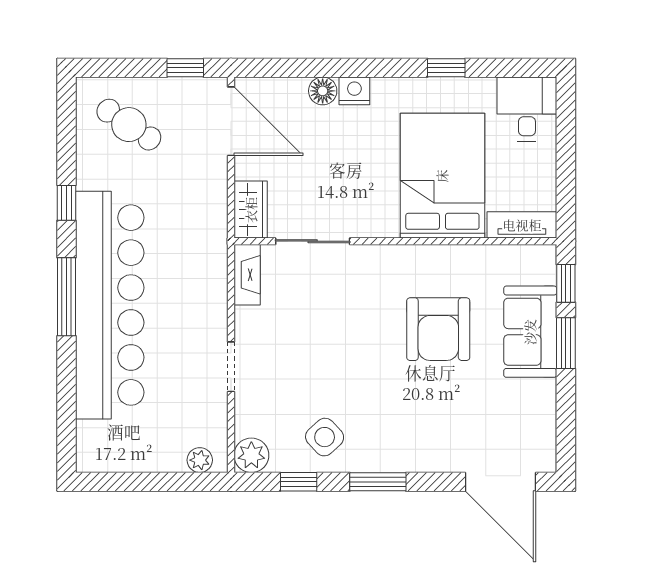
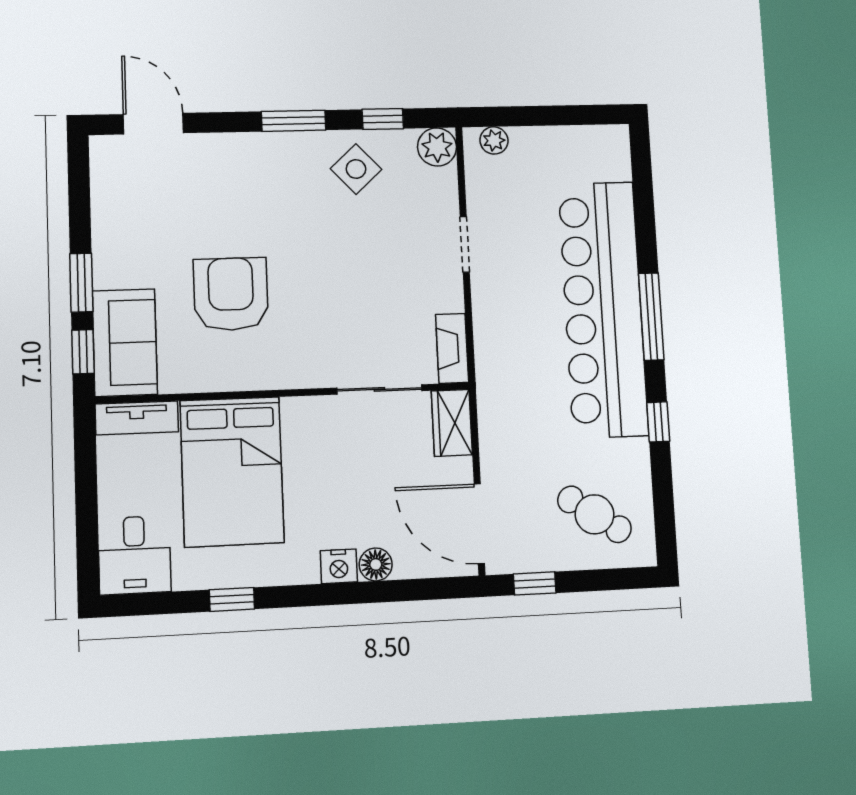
sofa: (530, 332) -> (125, 343), moved
door: (501, 482) -> (153, 124), width x0.73

